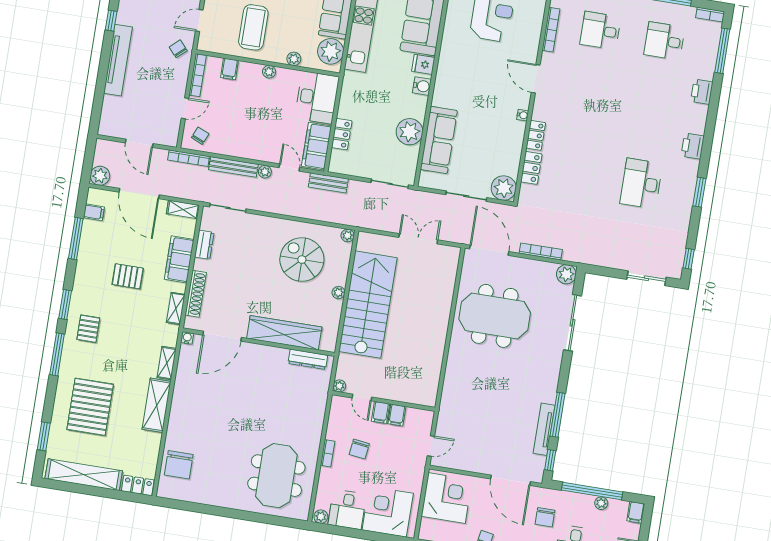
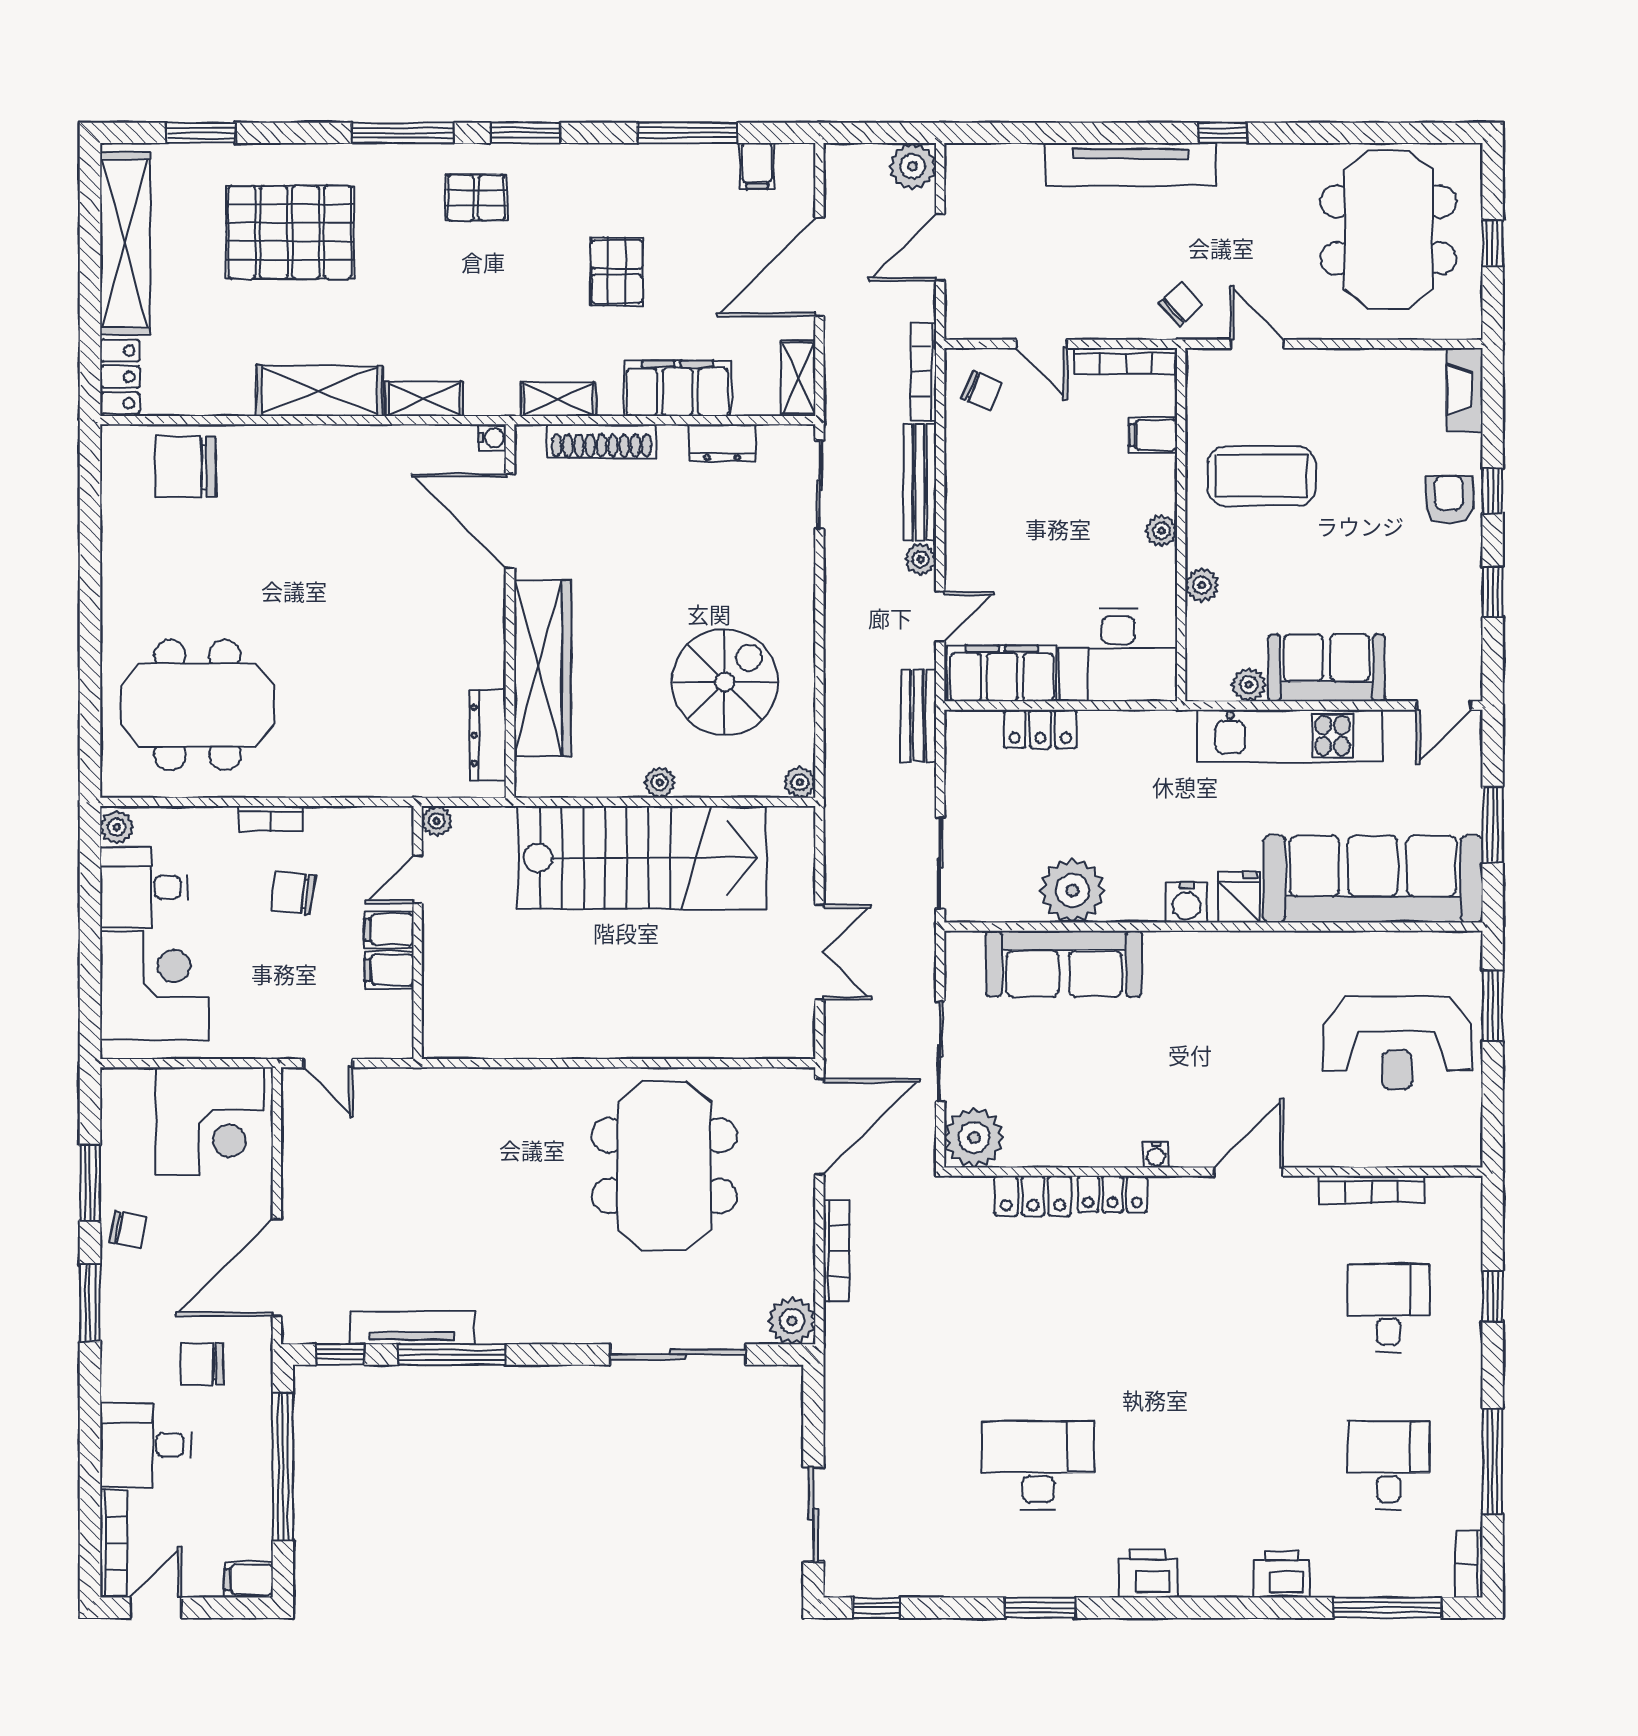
plant: (331, 51) -> (1249, 685), width x0.53, depth x0.53
plant: (100, 176) -> (913, 166), moved
plant: (601, 503) -> (257, 1493), removed

